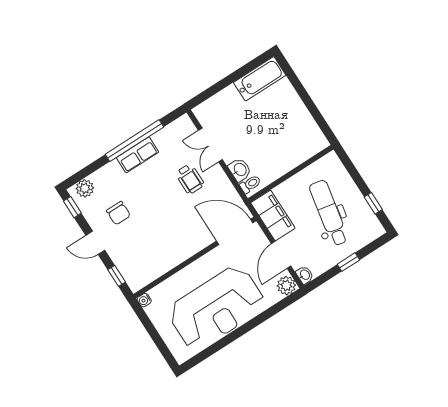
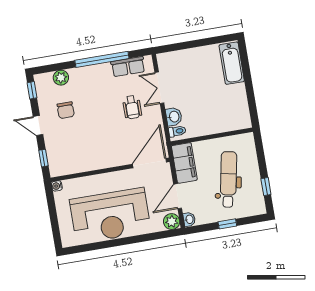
bathtub: (260, 79) -> (232, 63), moved, turned 90
row of seats: (138, 155) -> (128, 67), moved
plant: (85, 188) -> (61, 78), moved
door: (235, 232) -> (149, 163), hinge flipped

